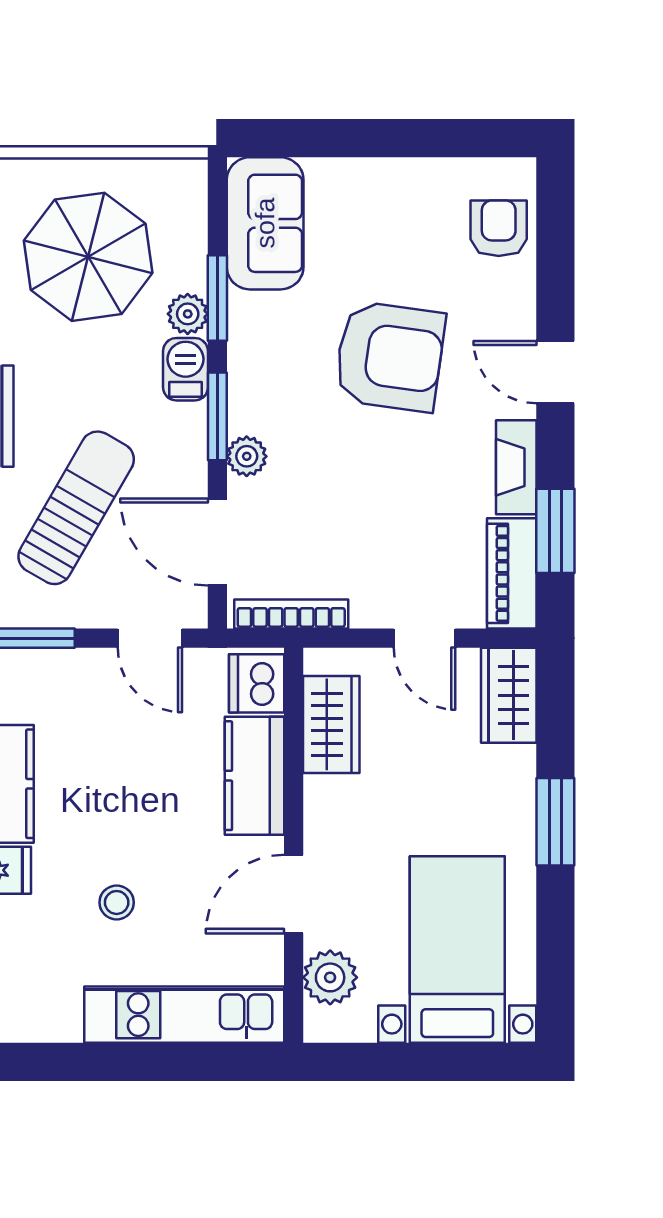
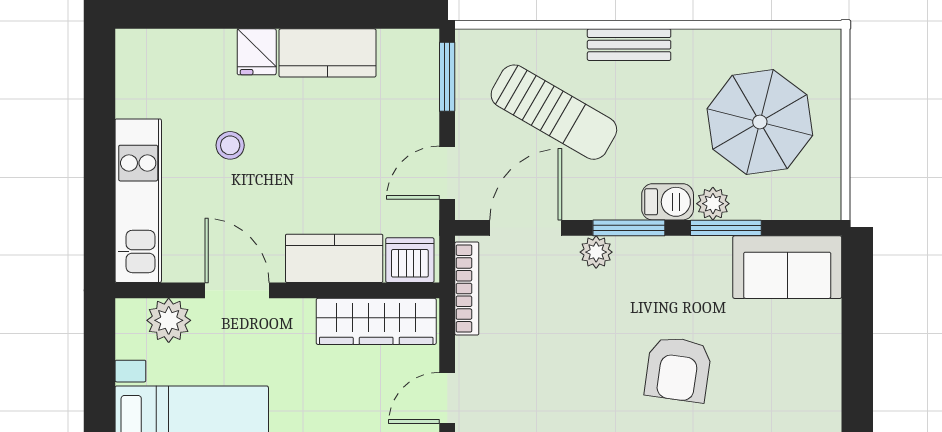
armchair: (390, 356) -> (678, 369), width x0.73, depth x0.73
wardrobe: (331, 724) -> (376, 321), width x1.50

